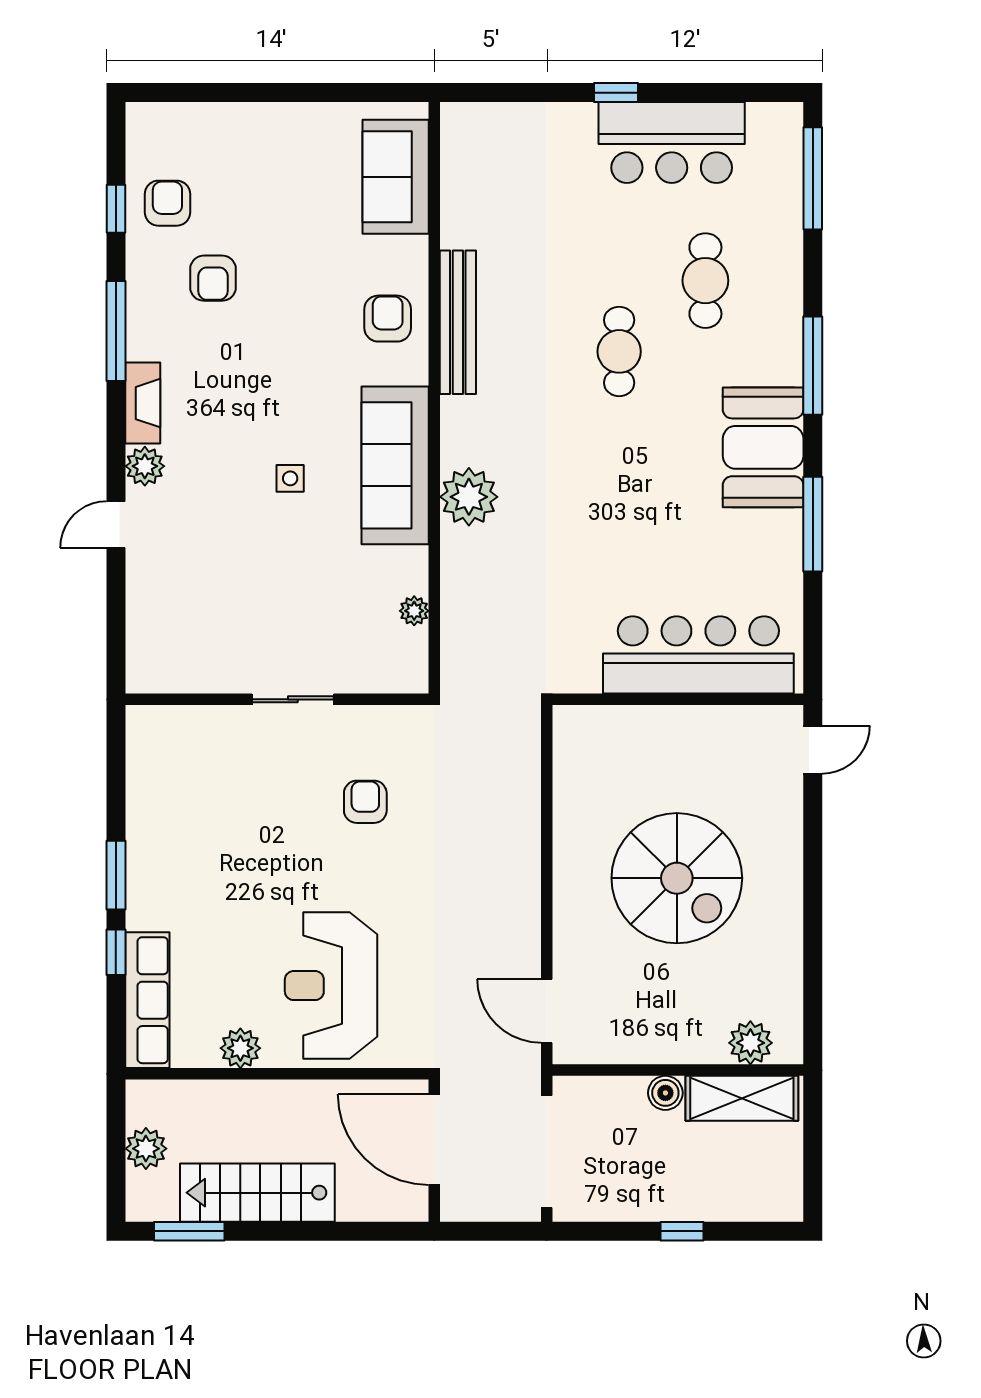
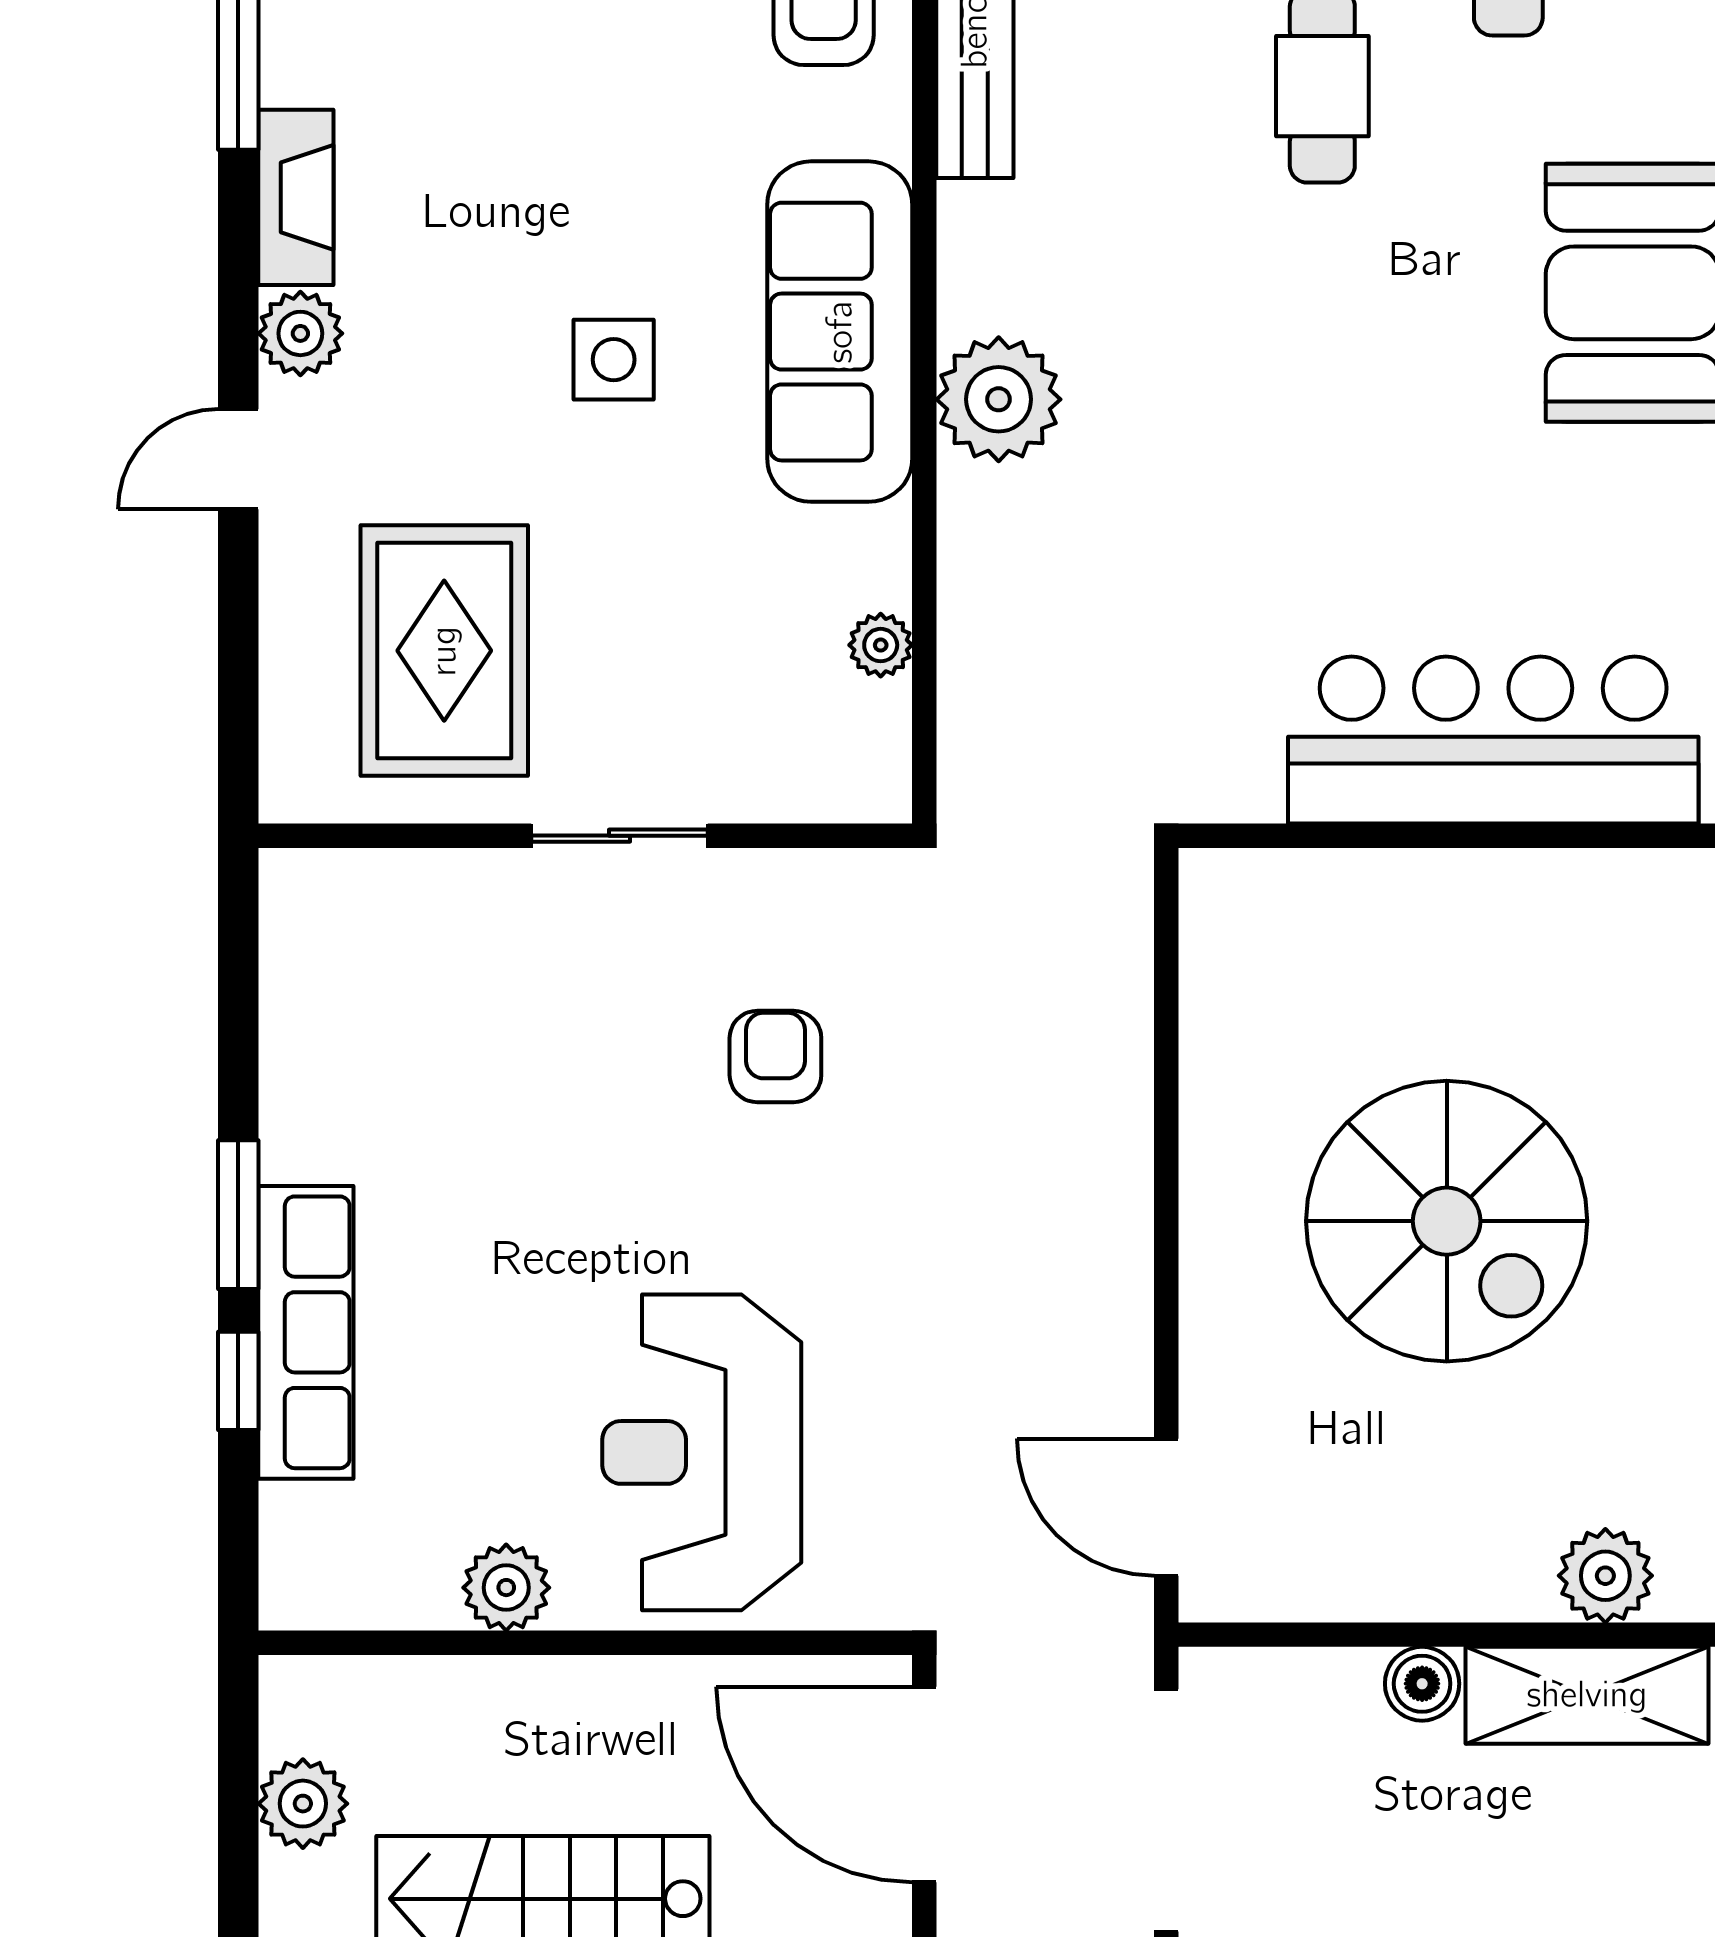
side table: (290, 478) -> (614, 360), width x1.37, depth x1.37
rug: (212, 613) -> (444, 651), added
row of seats: (147, 1000) -> (306, 1332), moved

